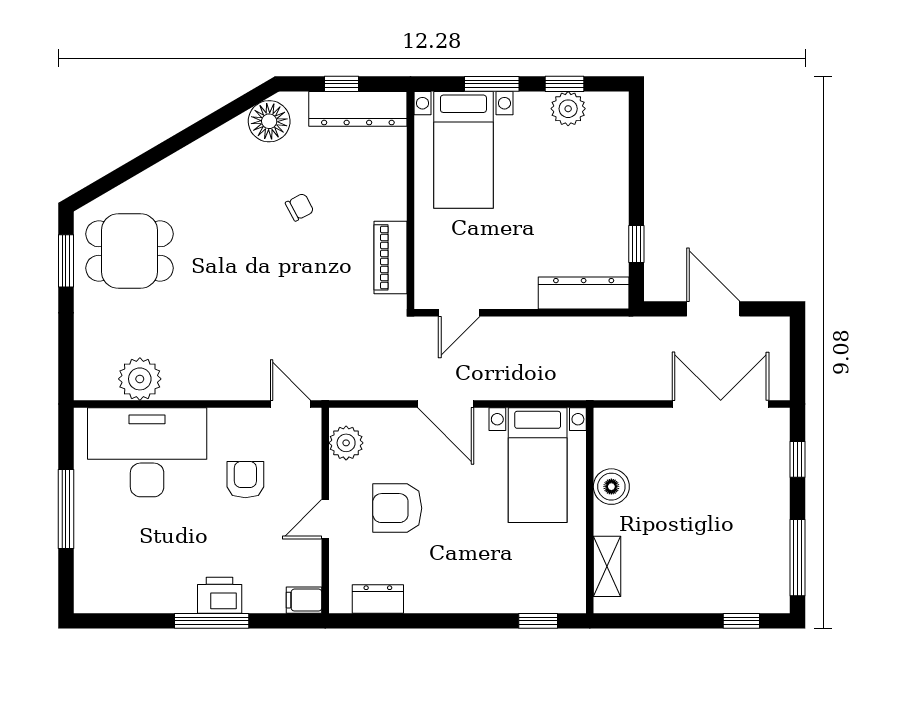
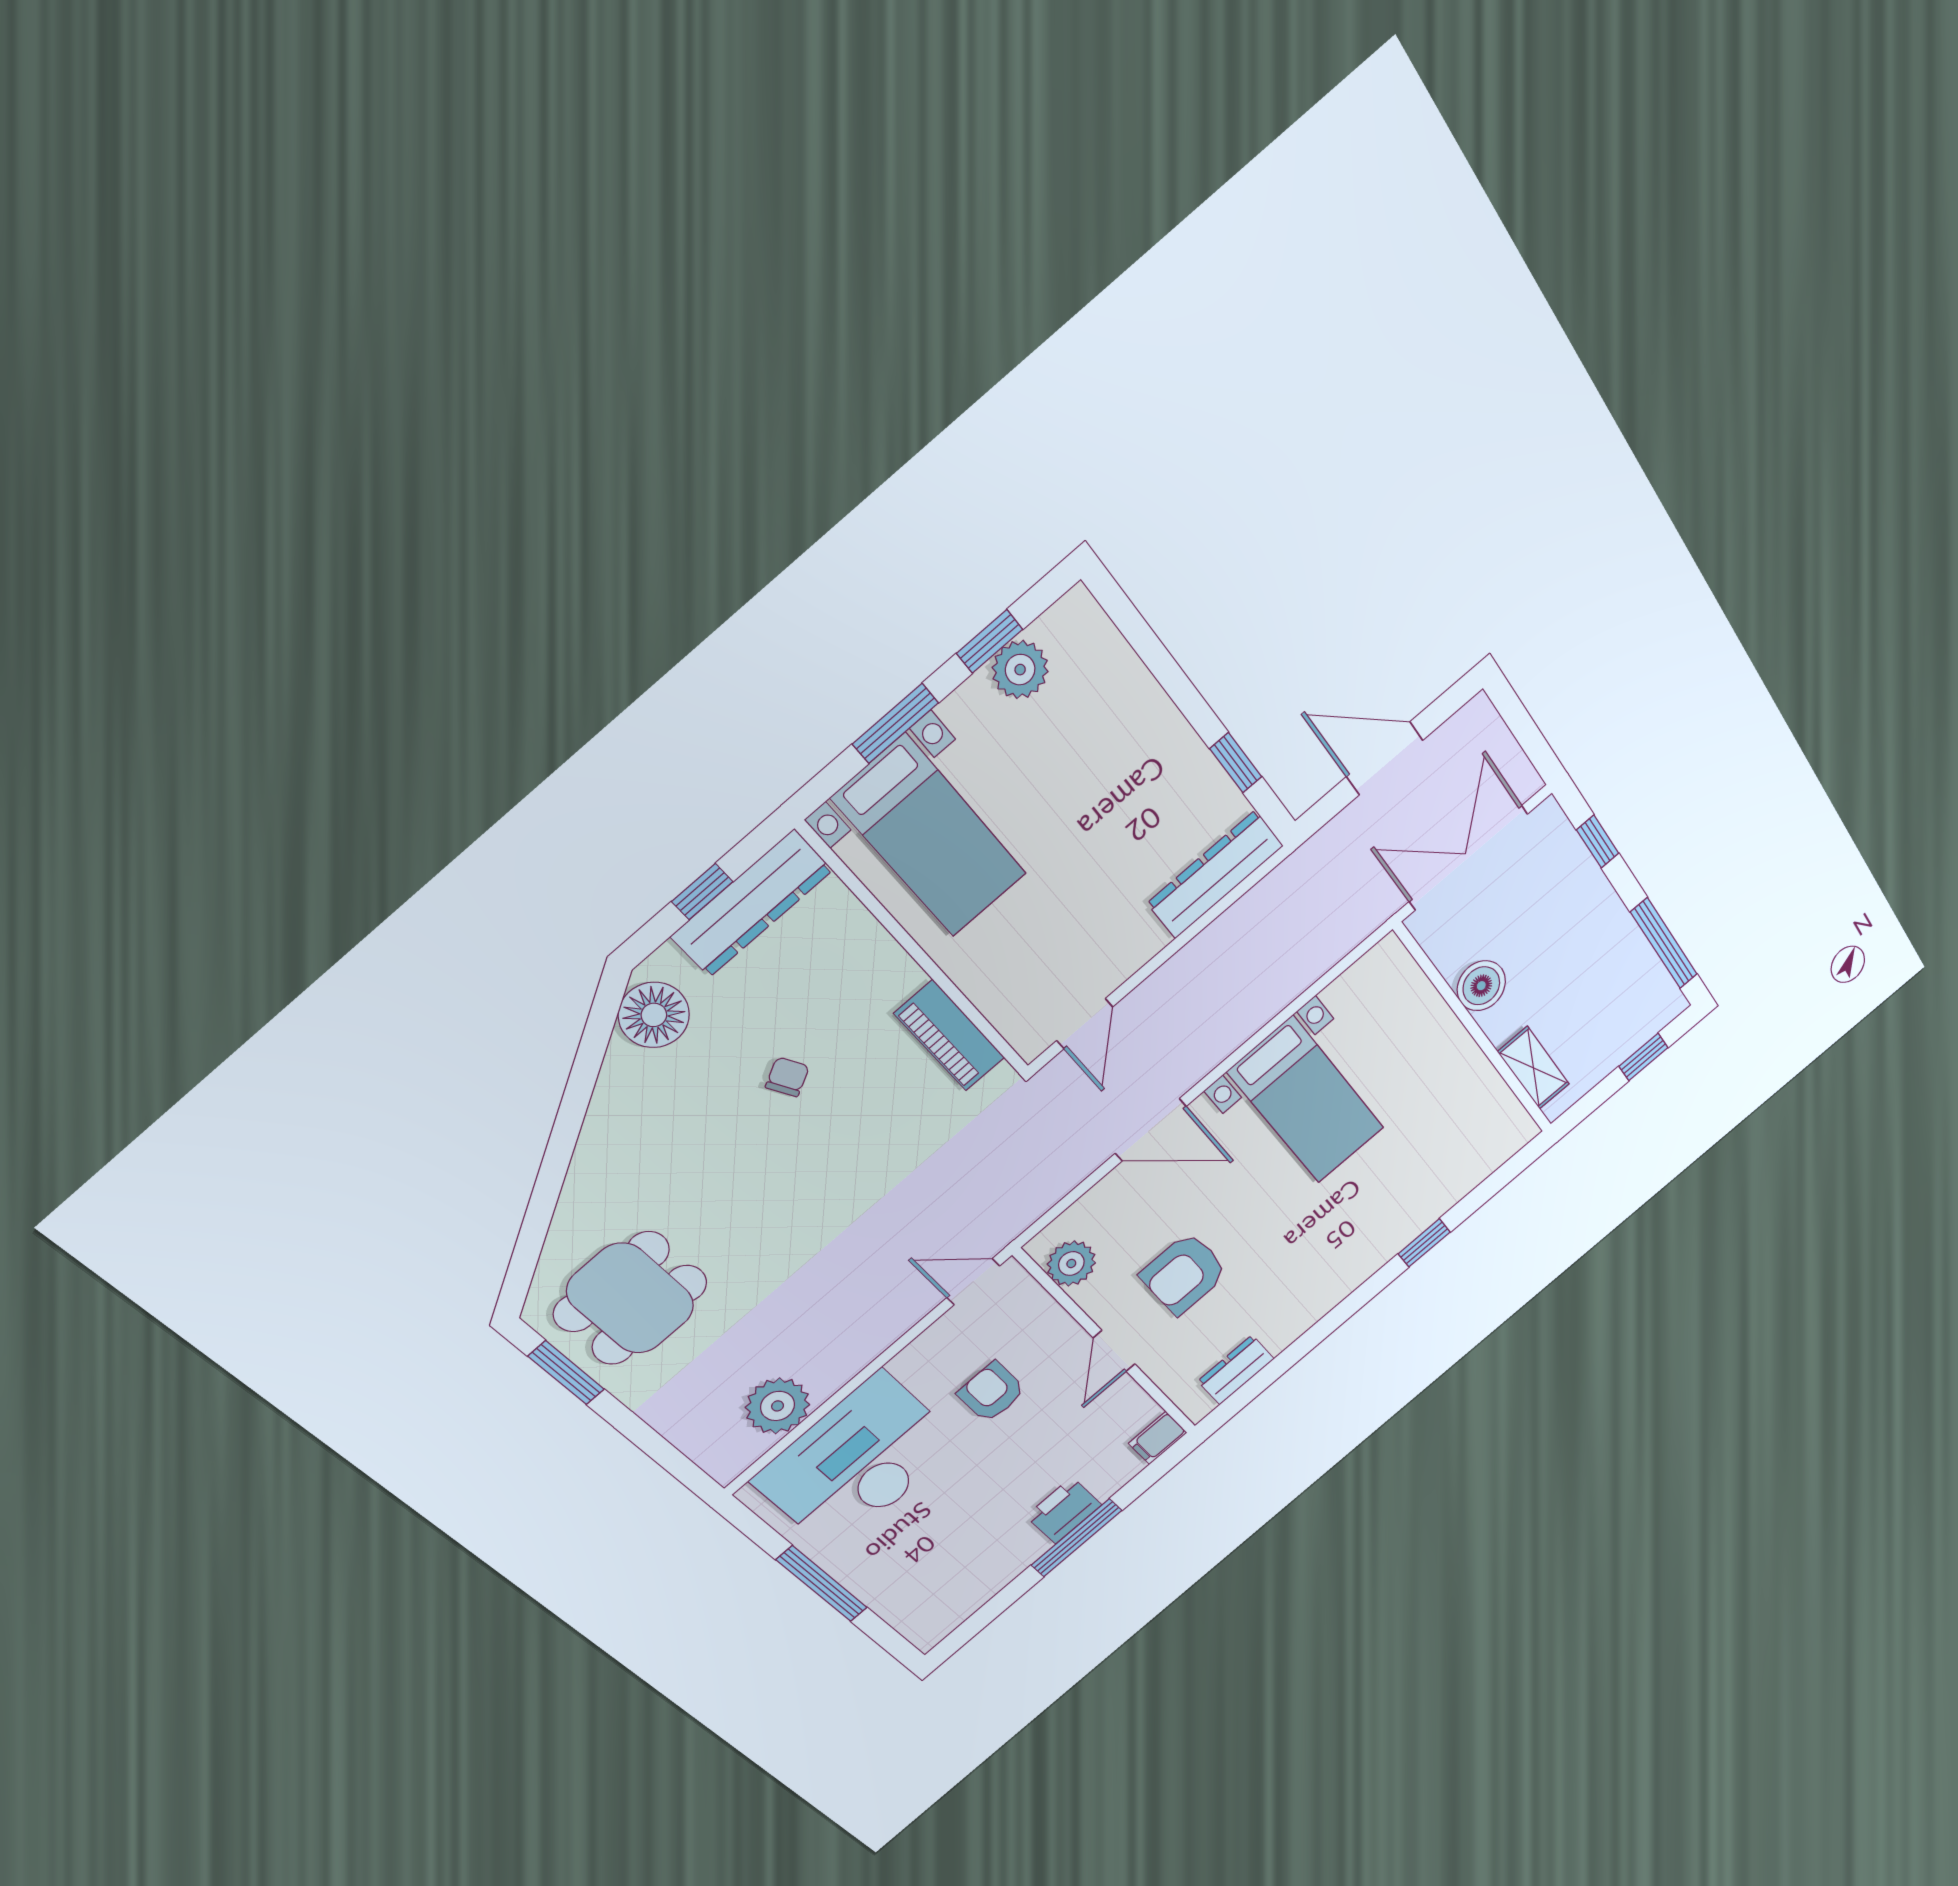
boiler: (611, 487) -> (1481, 986), moved
wall: (590, 510) -> (1475, 1030), moved
shelving: (607, 566) -> (1533, 1068), moved

